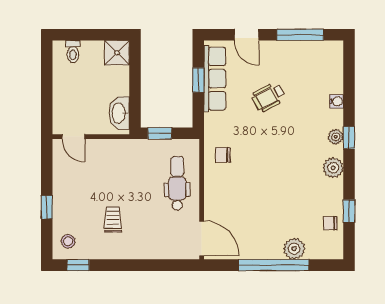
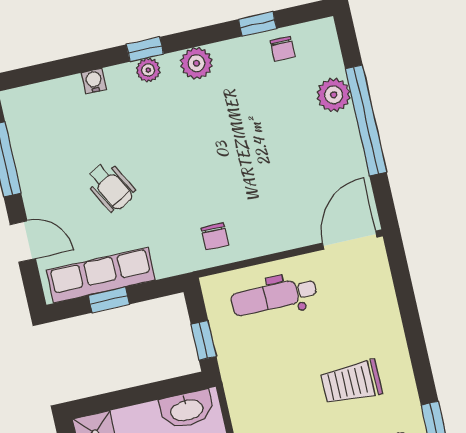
door: (247, 35) -> (23, 242), hinge flipped
trolley: (113, 219) -> (351, 382), width x1.36, depth x1.39

